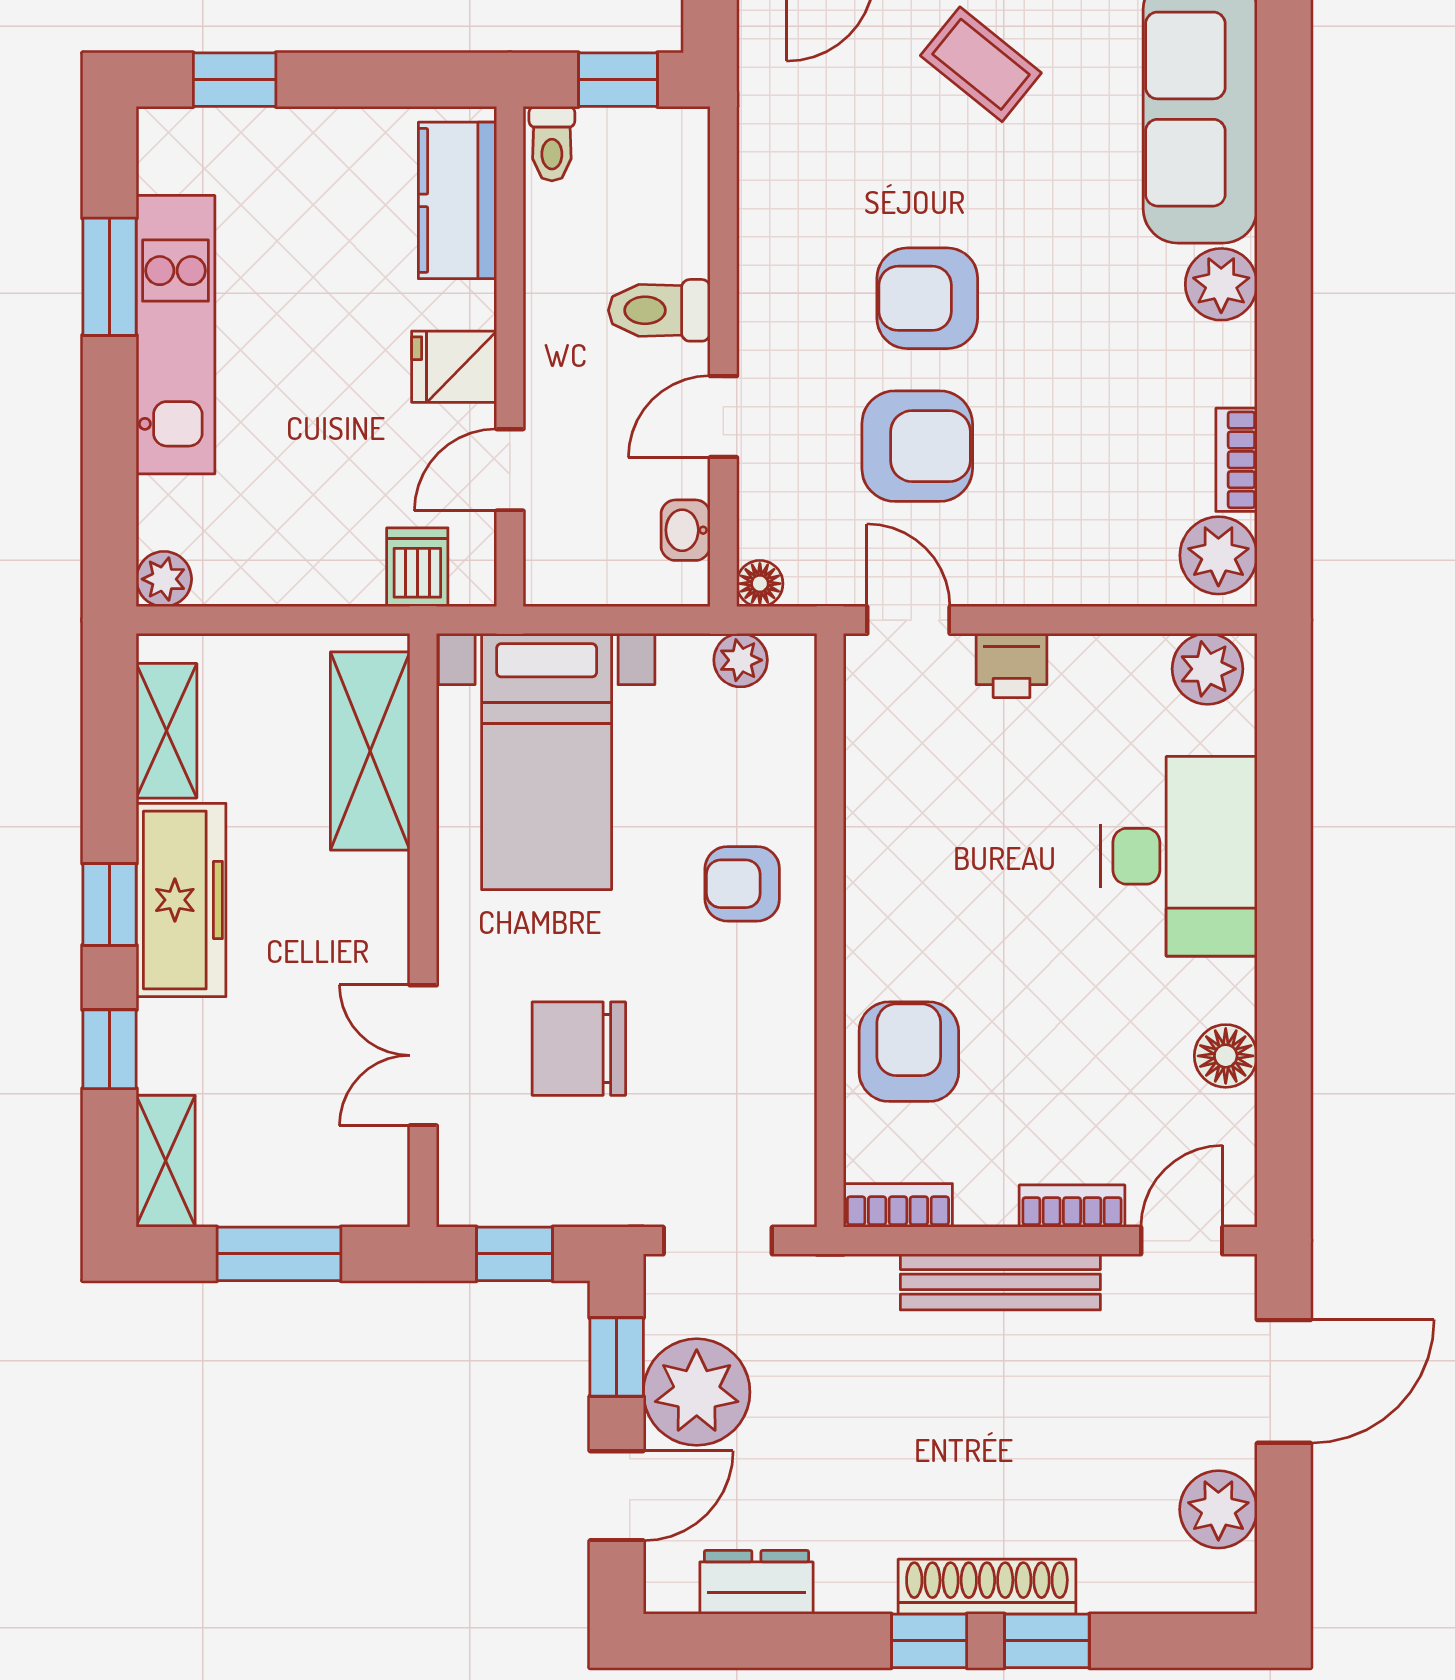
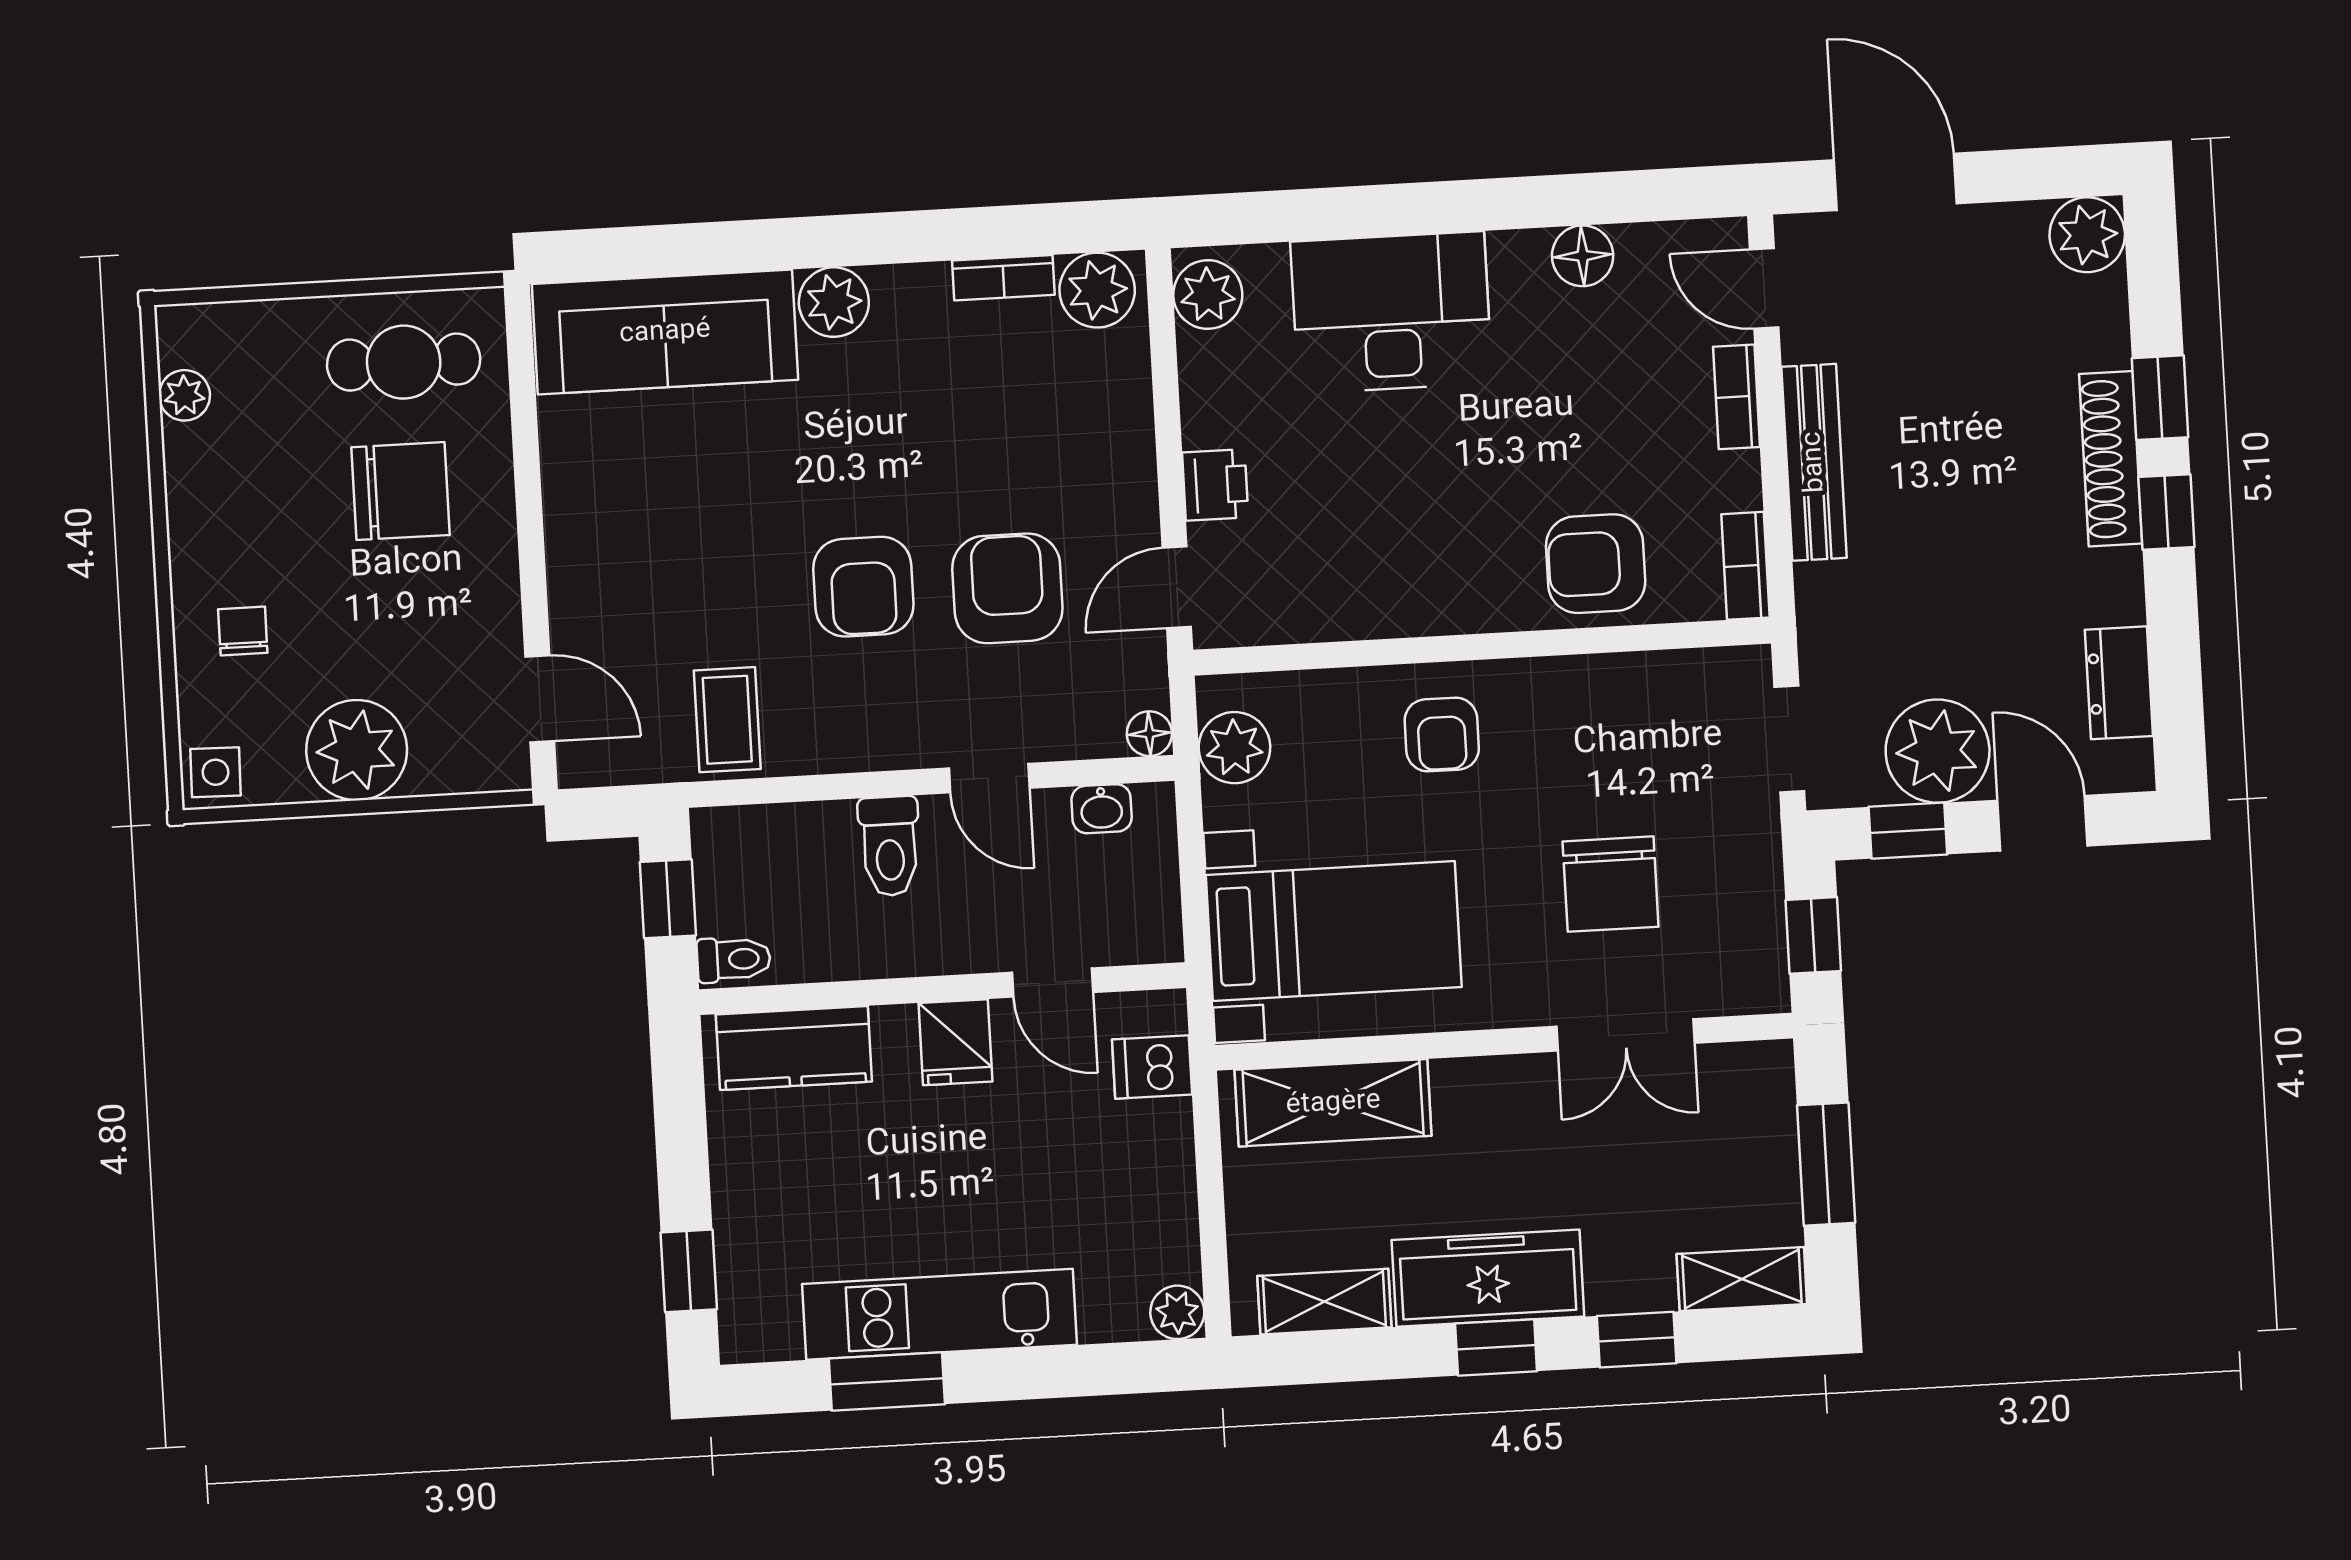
coffee table: (981, 64) -> (727, 720), moved, turned -39
plant: (741, 660) -> (1234, 748), width x1.38, depth x1.38
plant: (1218, 1509) -> (2087, 235), moved

